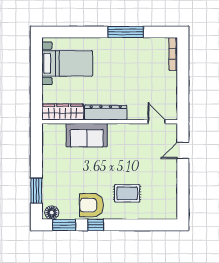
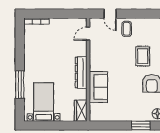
window: (126, 32) -> (20, 85), moved
wardrobe: (63, 112) -> (81, 111), width x0.67
coffee table: (163, 172) -> (127, 29), added

